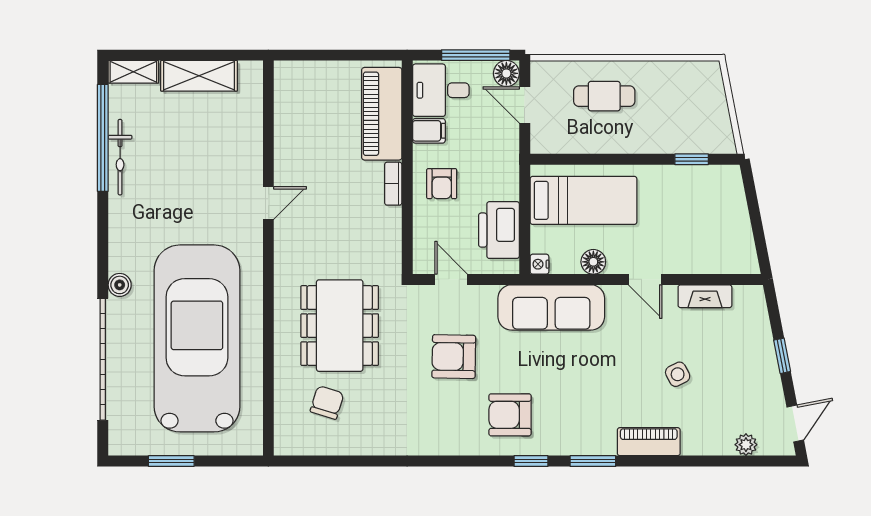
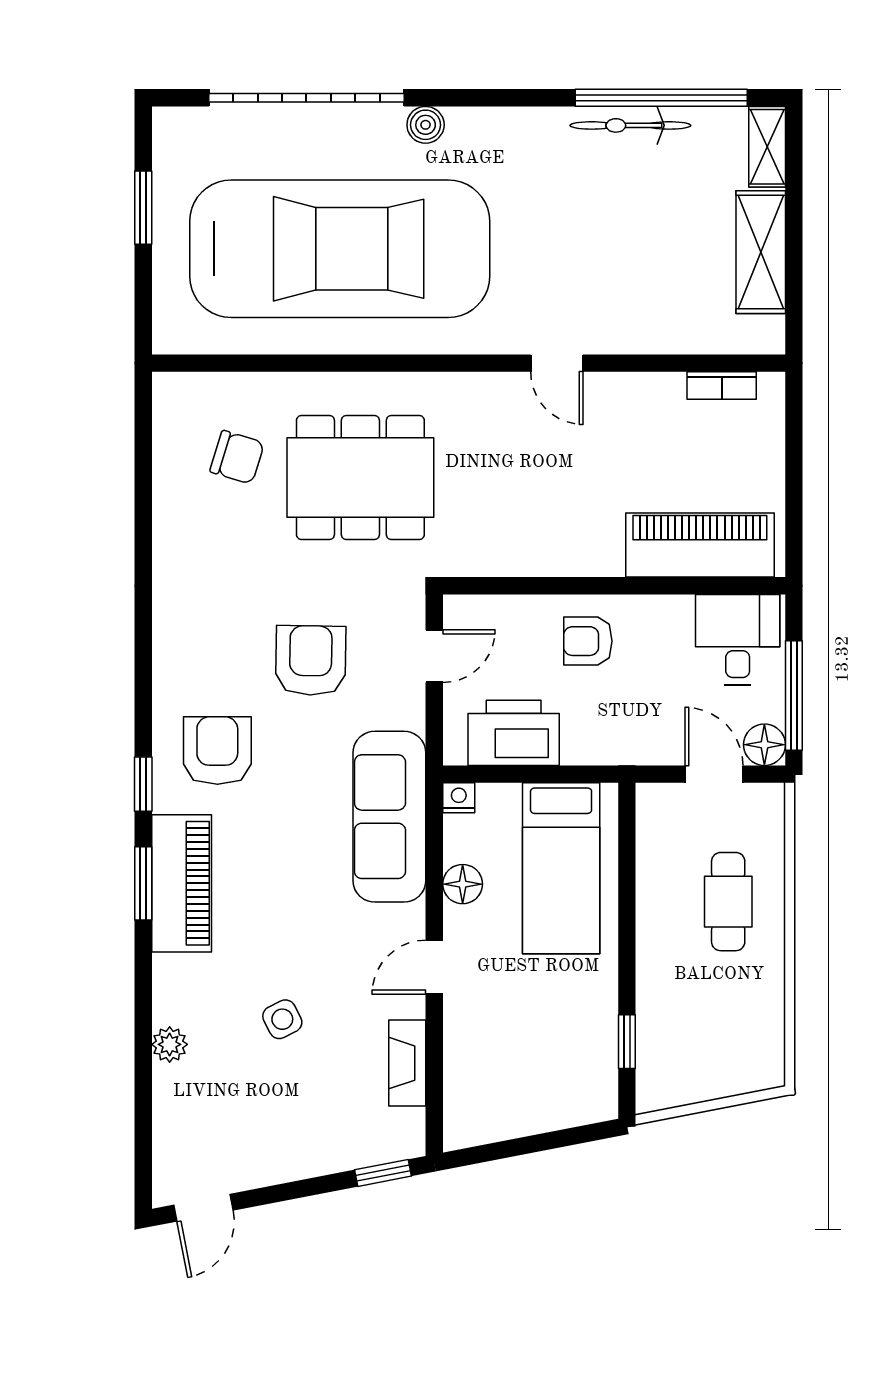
door: (525, 105) -> (714, 774), hinge flipped
filing cabinet: (429, 131) -> (673, 621), removed
bookcase: (393, 184) -> (722, 386), moved, turned 180
window: (782, 356) -> (383, 1173), moved
door: (795, 423) -> (203, 1208), hinge flipped
piano: (649, 442) -> (182, 883), moved, width x1.37, depth x1.33
plant: (746, 445) -> (170, 1044), moved

